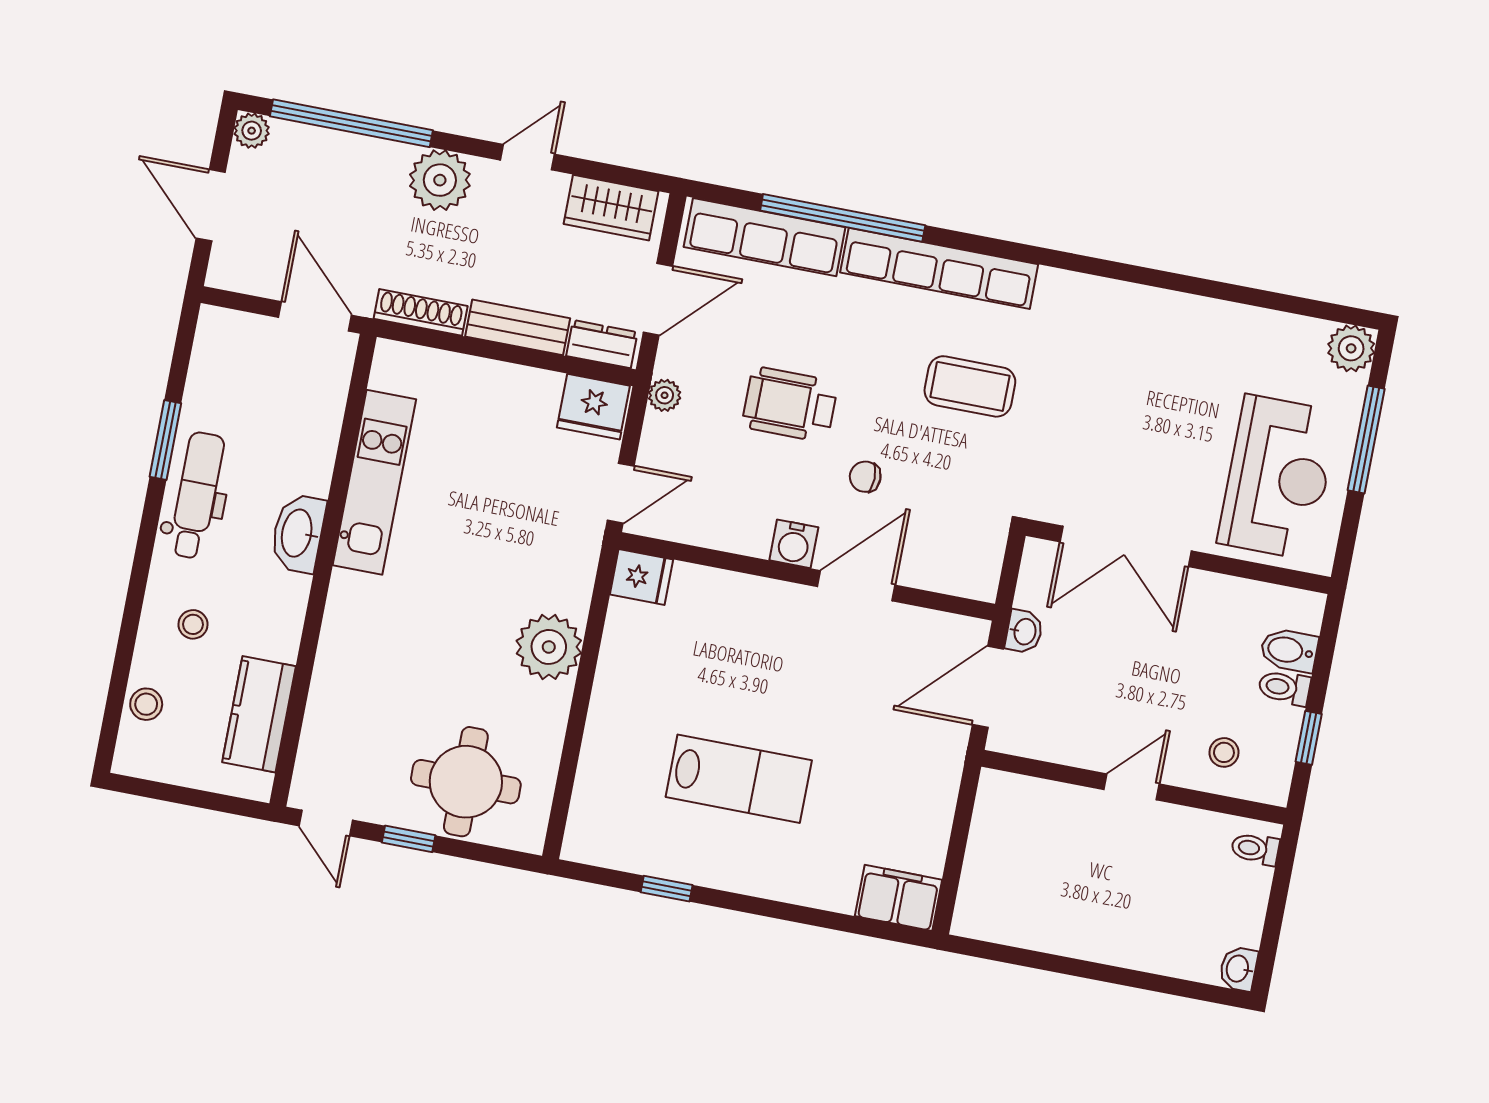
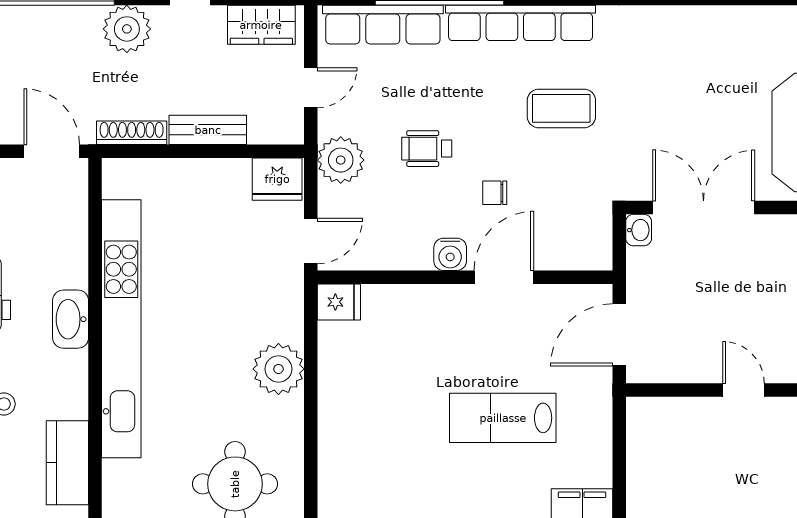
door: (658, 299) -> (311, 88), width x0.73
dresser: (602, 344) -> (274, 130), removed
plant: (665, 395) -> (341, 160), width x1.88, depth x1.88
wheelchair: (790, 404) -> (427, 149), width x0.73, depth x0.73
kitchen unit: (374, 482) -> (121, 329), width x1.86
double door: (1126, 546) -> (704, 208), swing flipped
washbasin: (1024, 632) -> (639, 230), moved
lab bench: (739, 779) -> (503, 418), moved, turned 180
door: (1132, 787) -> (744, 390), hinge flipped

